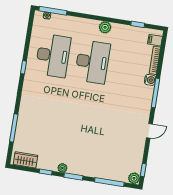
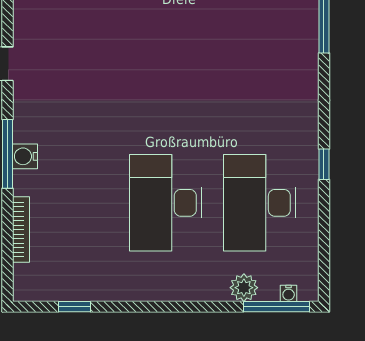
plant: (105, 27) -> (244, 288), moved
filing cabinet: (155, 40) -> (28, 276), removed
water cooler: (150, 80) -> (25, 156), moved

